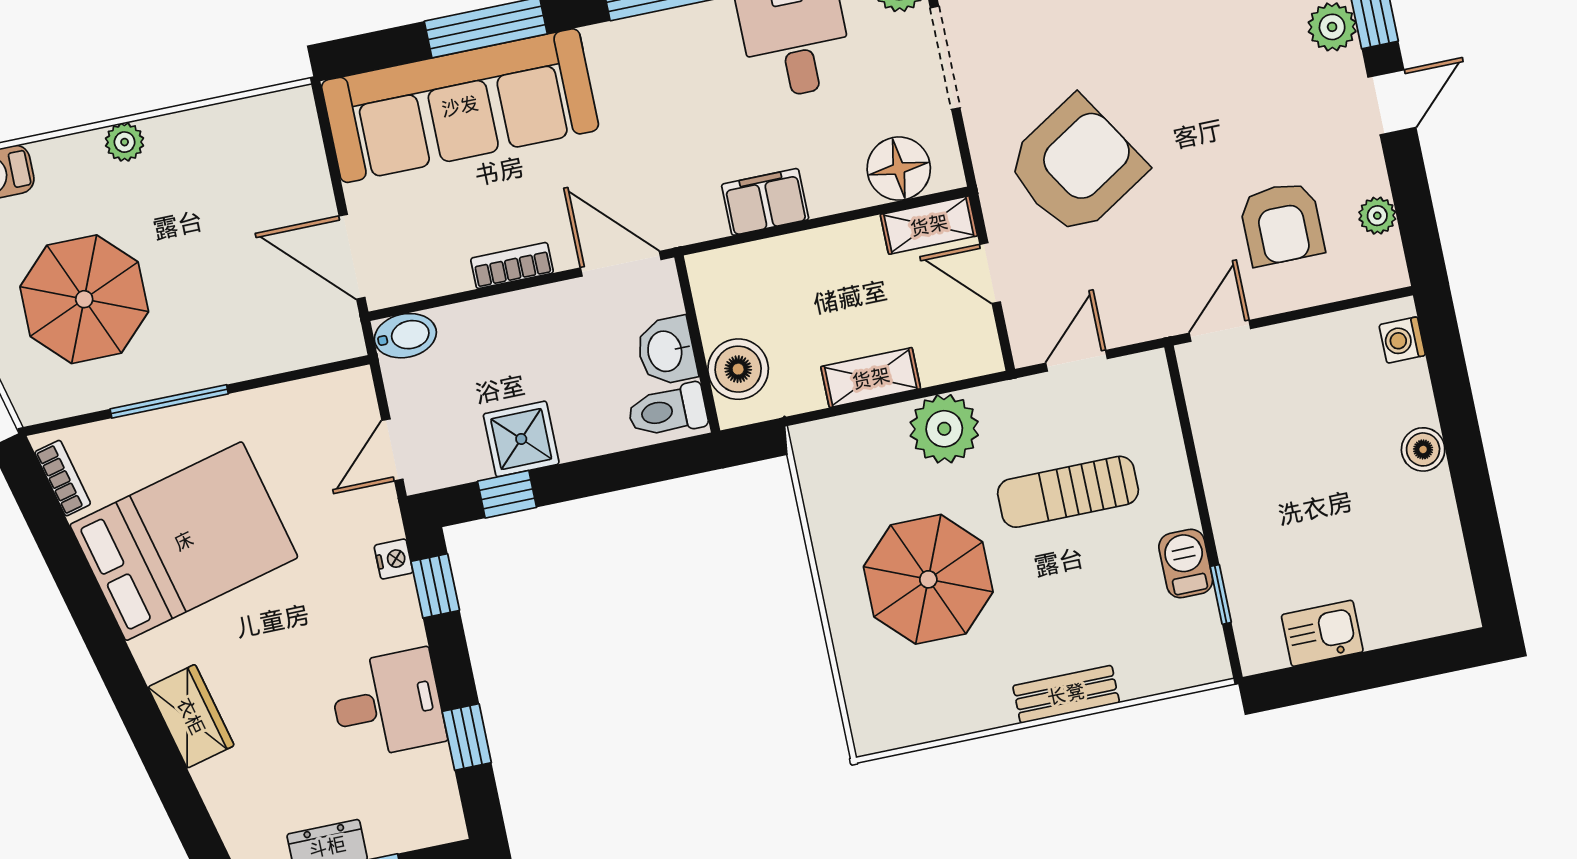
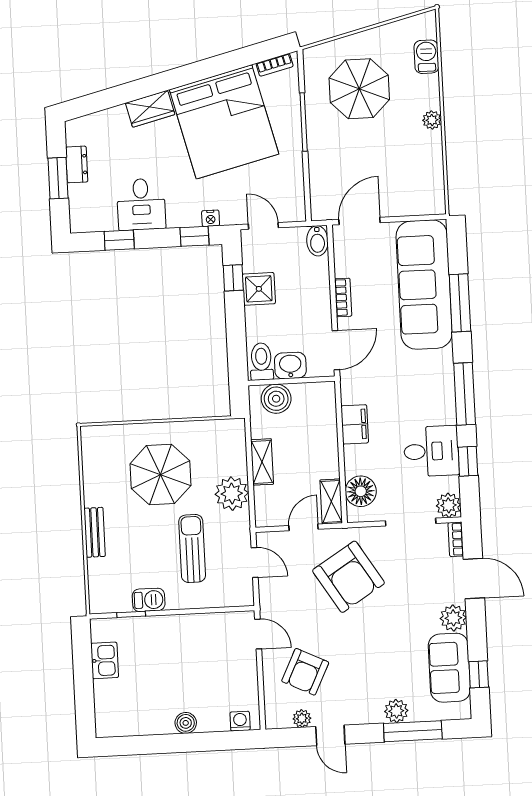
door: (1392, 102) -> (330, 735), moved
armchair: (1282, 224) -> (305, 672), turned -64
bed: (184, 541) -> (224, 122), width x1.36

